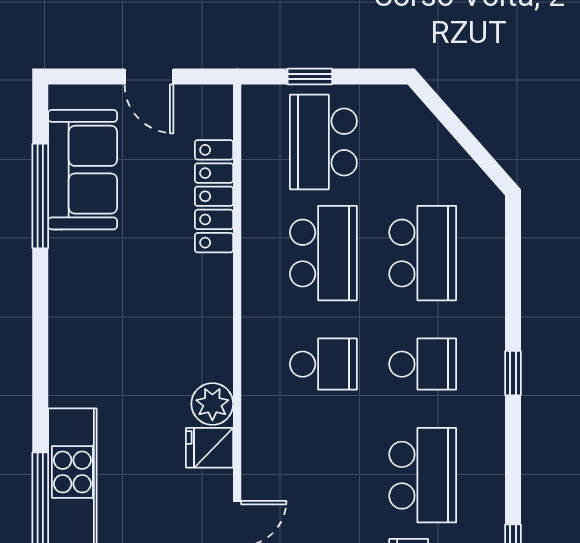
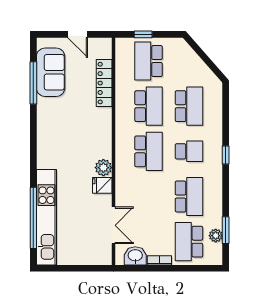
school desk: (323, 364) -> (149, 151), width x1.85

